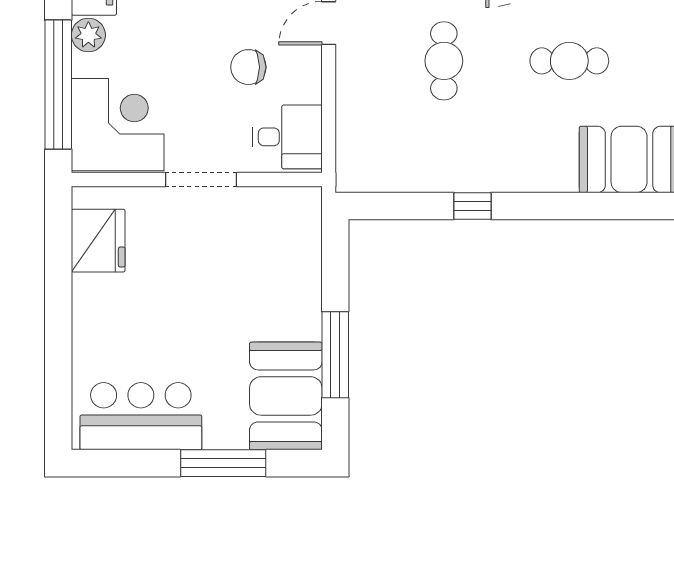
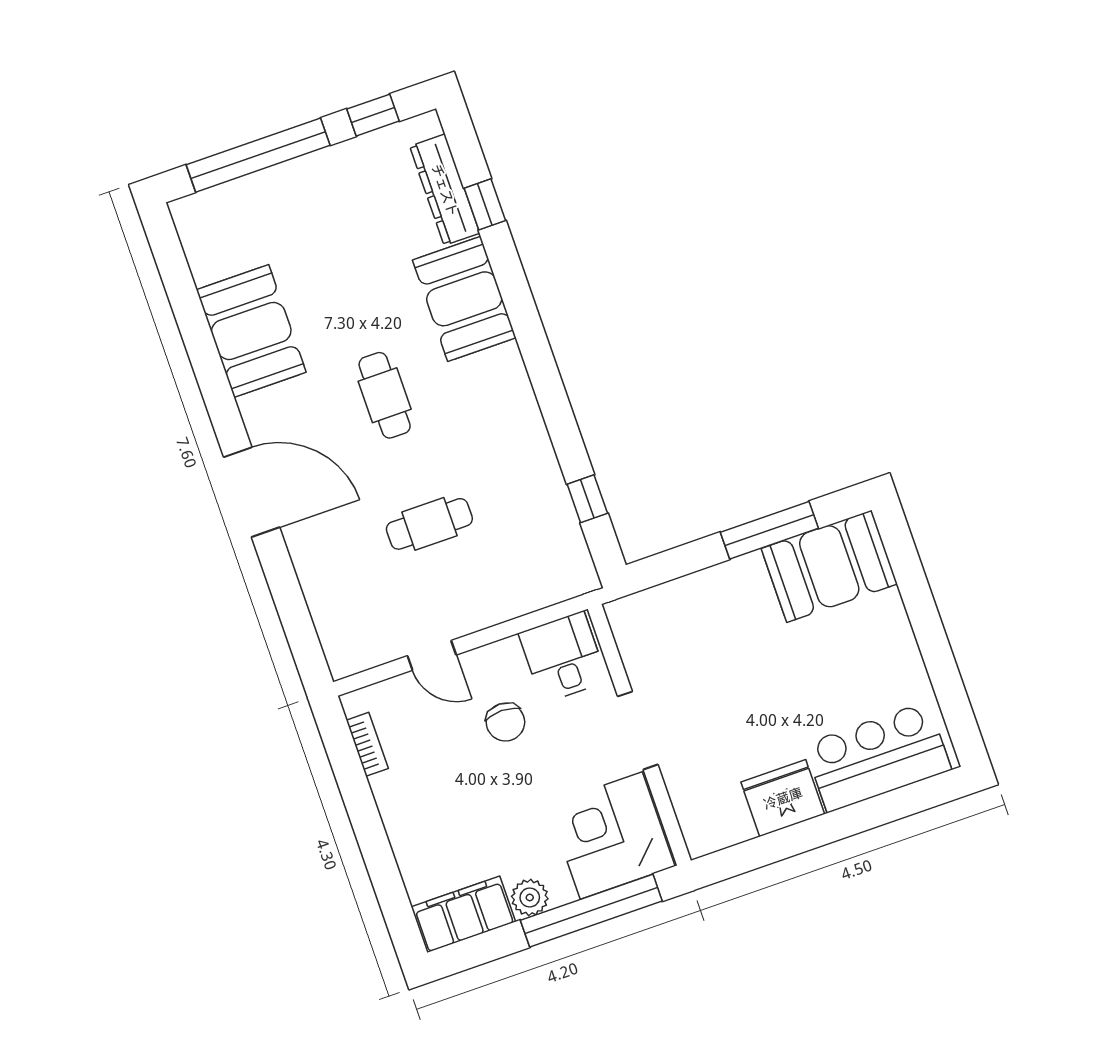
window: (472, 206) -> (587, 499), moved
fridge: (98, 241) -> (783, 798), moved
bar counter: (141, 416) -> (878, 757), moved, turned 90
window: (223, 463) -> (920, 606), removed

